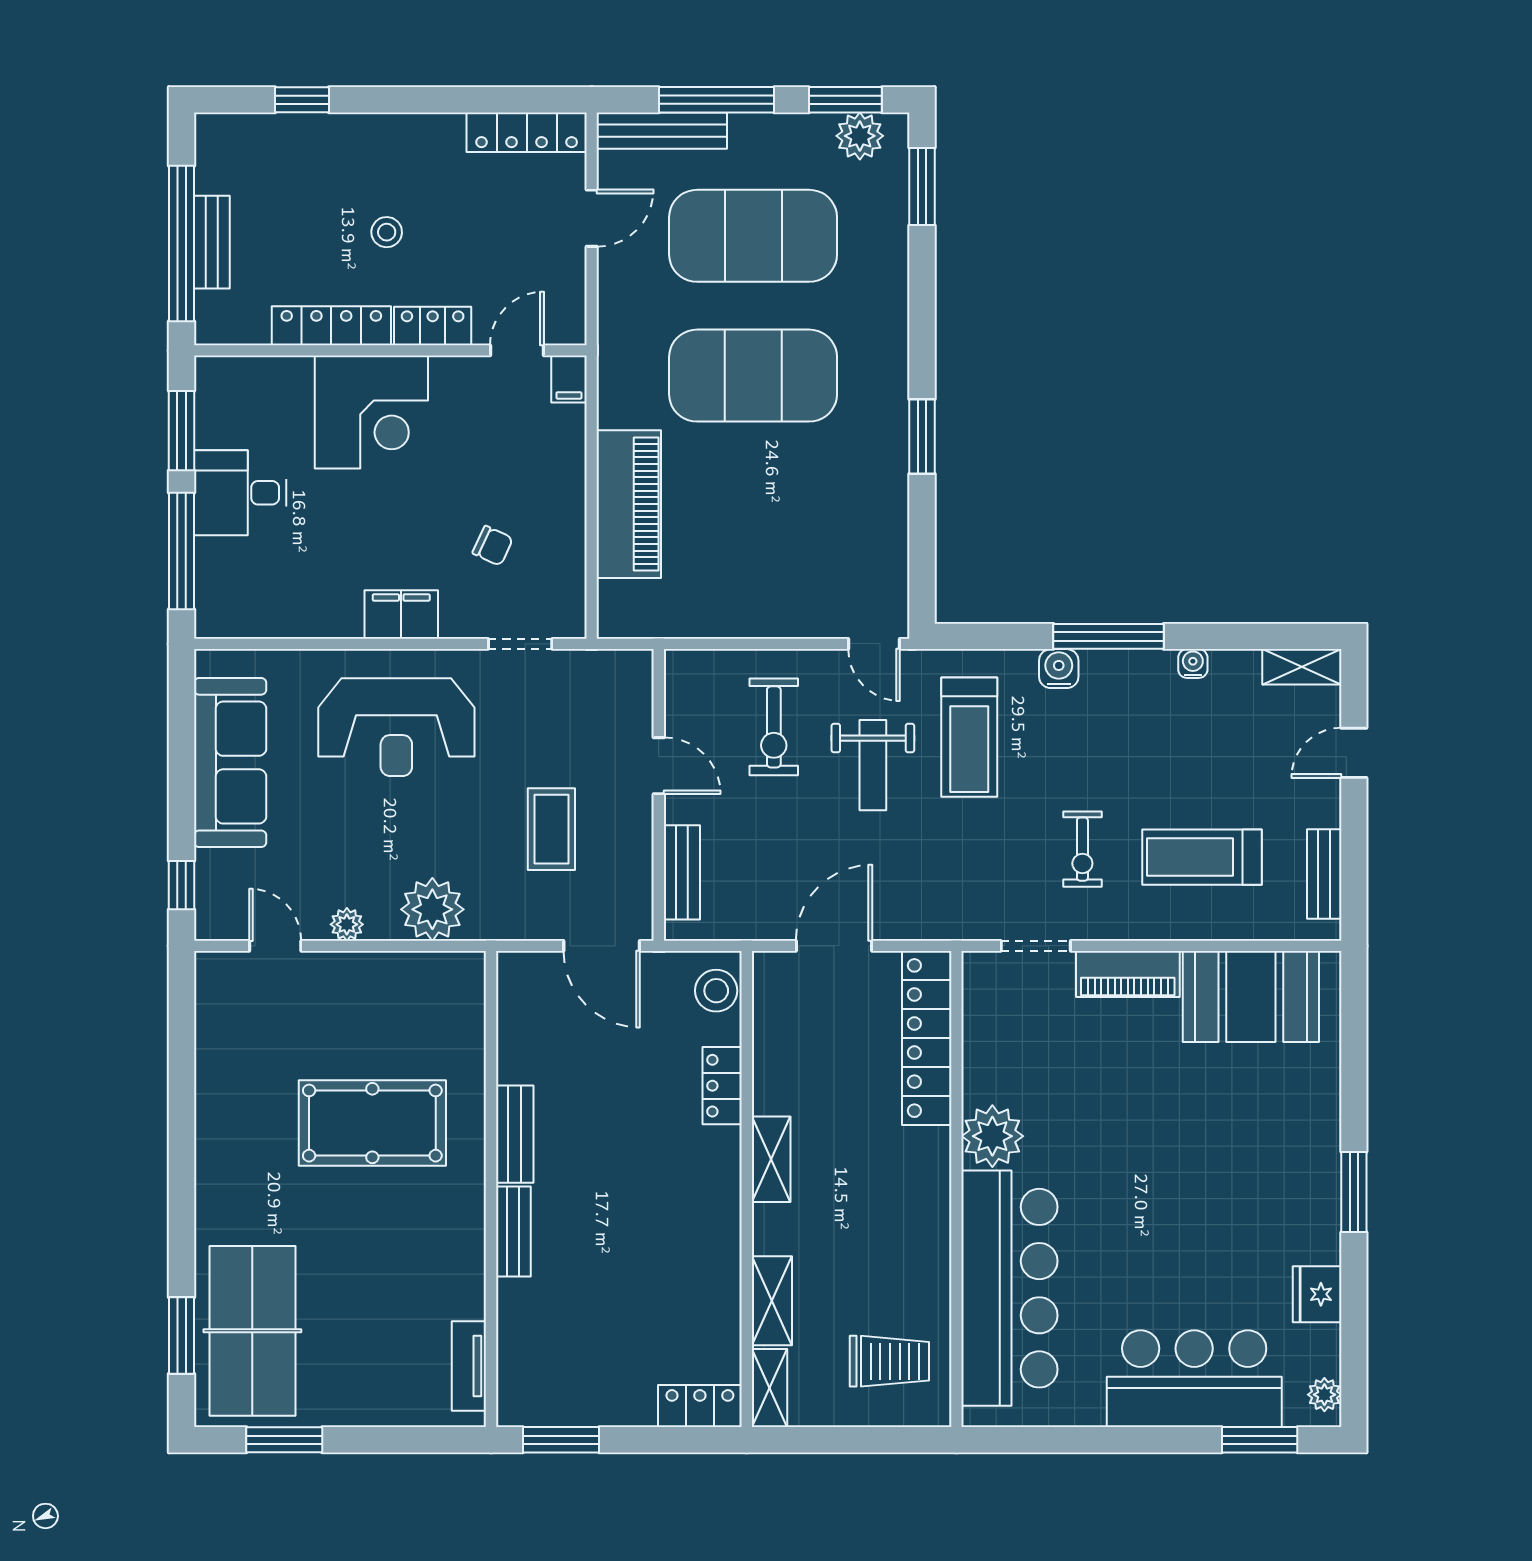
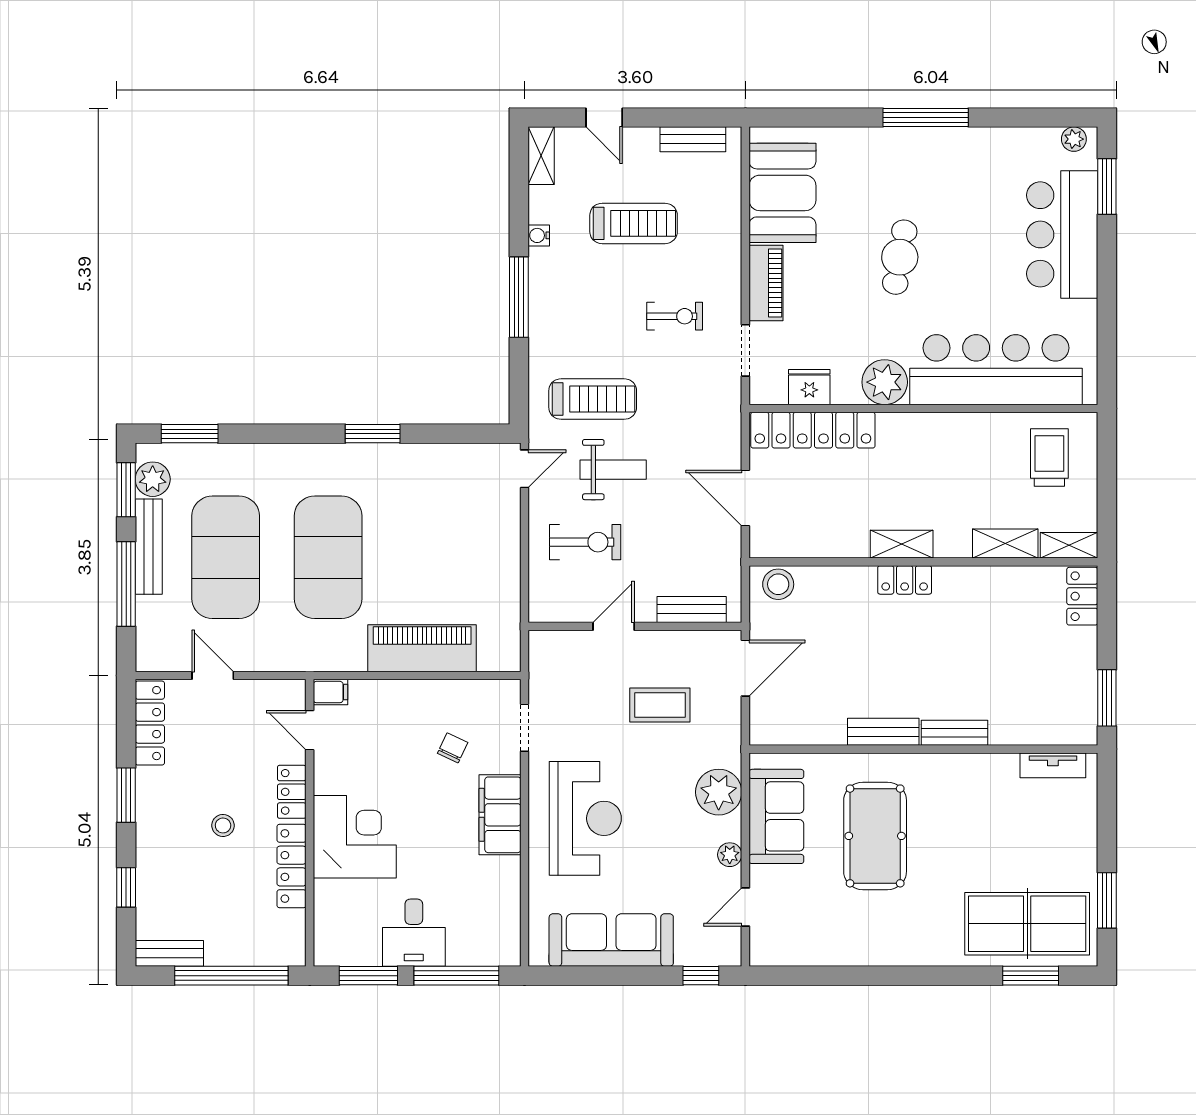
window: (428, 100) -> (126, 795), added
bench: (662, 131) -> (149, 547), moved
bench: (212, 242) -> (169, 953), moved
filing cabinet: (401, 615) -> (500, 815), width x1.50, depth x1.17
water cooler: (1059, 669) -> (543, 334), removed
treadmill: (1202, 857) -> (634, 223), moved, turned -90
sofa: (399, 988) -> (776, 816), added
locker: (722, 1086) -> (905, 580), moved
cafe table: (1163, 1157) -> (900, 257), added
window: (1354, 1192) -> (926, 118), width x1.44
fridge: (1317, 1294) -> (809, 387), moved, turned 180

